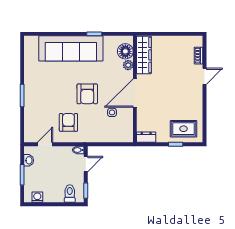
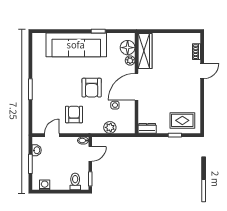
plant: (107, 136) -> (110, 127), added

